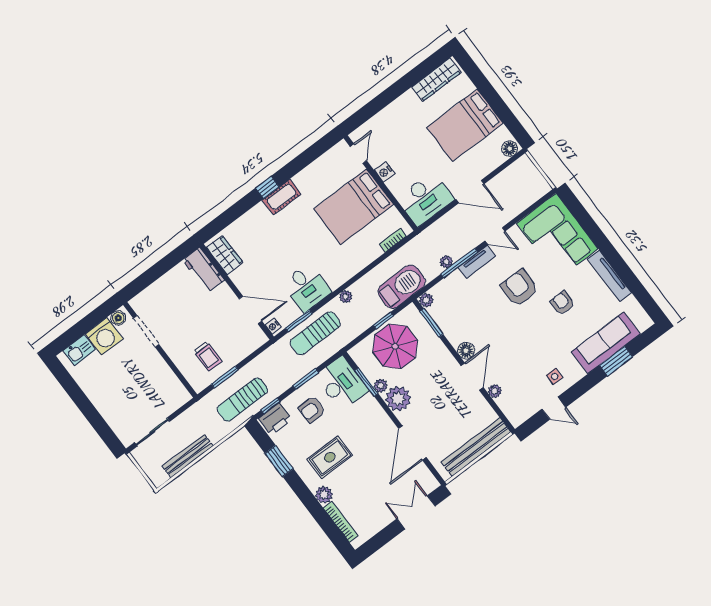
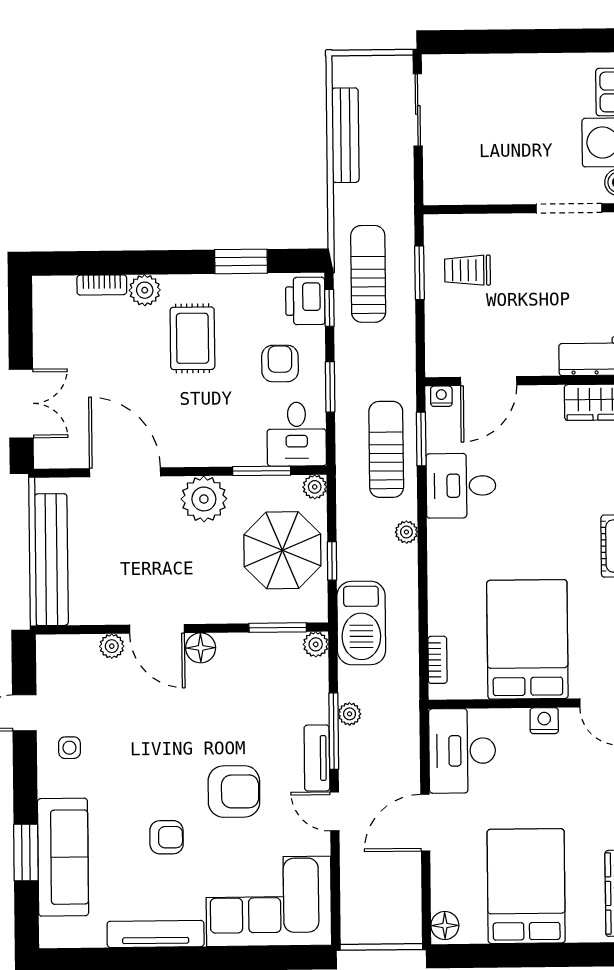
door: (495, 236) -> (335, 811), hinge flipped
desk: (342, 383) -> (297, 434), width x0.73
plant: (381, 386) -> (315, 487), moved
bookcase: (341, 522) -> (102, 285), width x0.64

